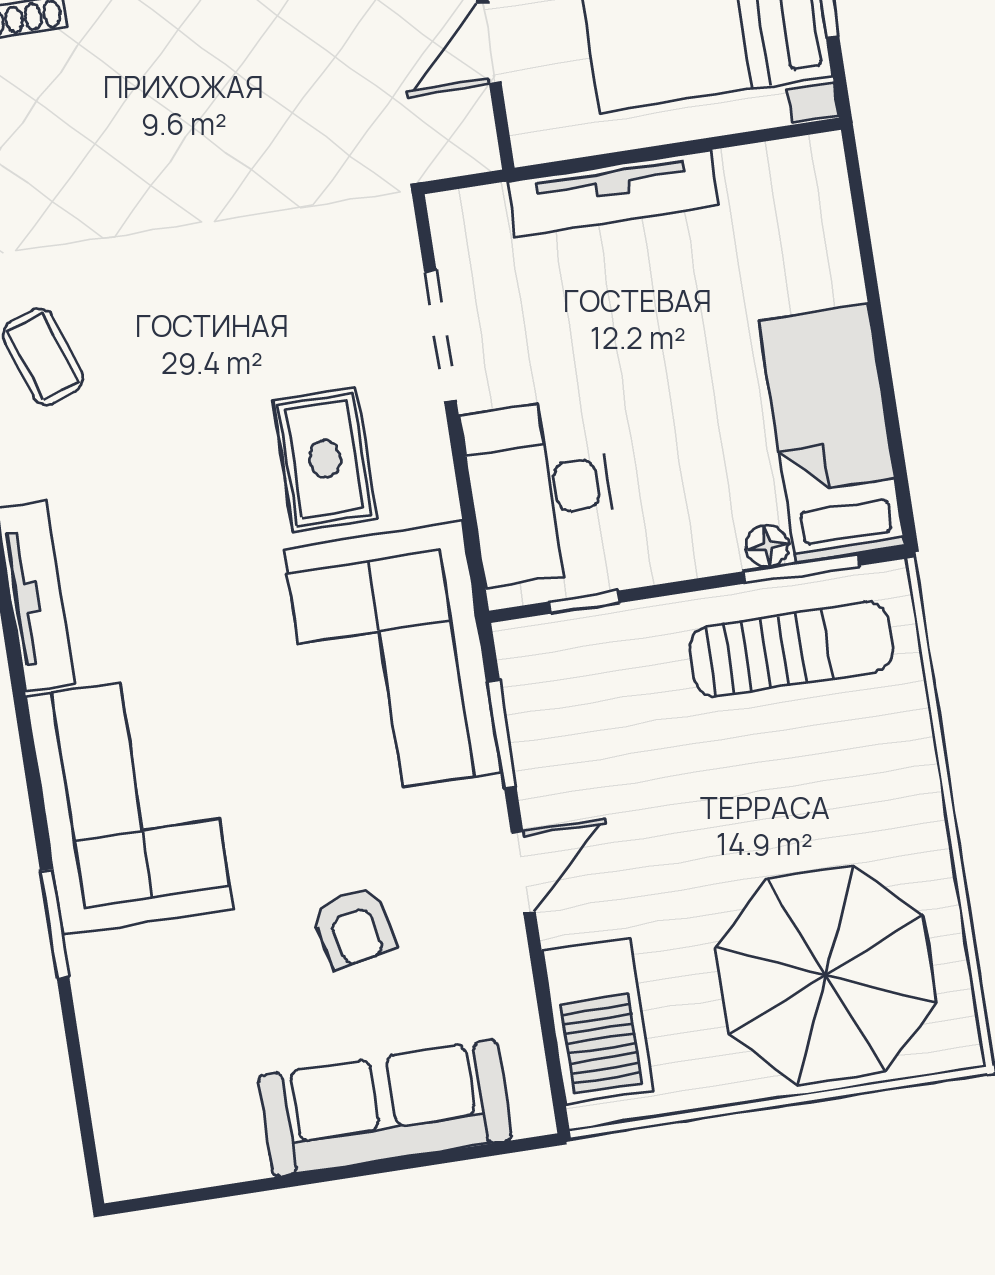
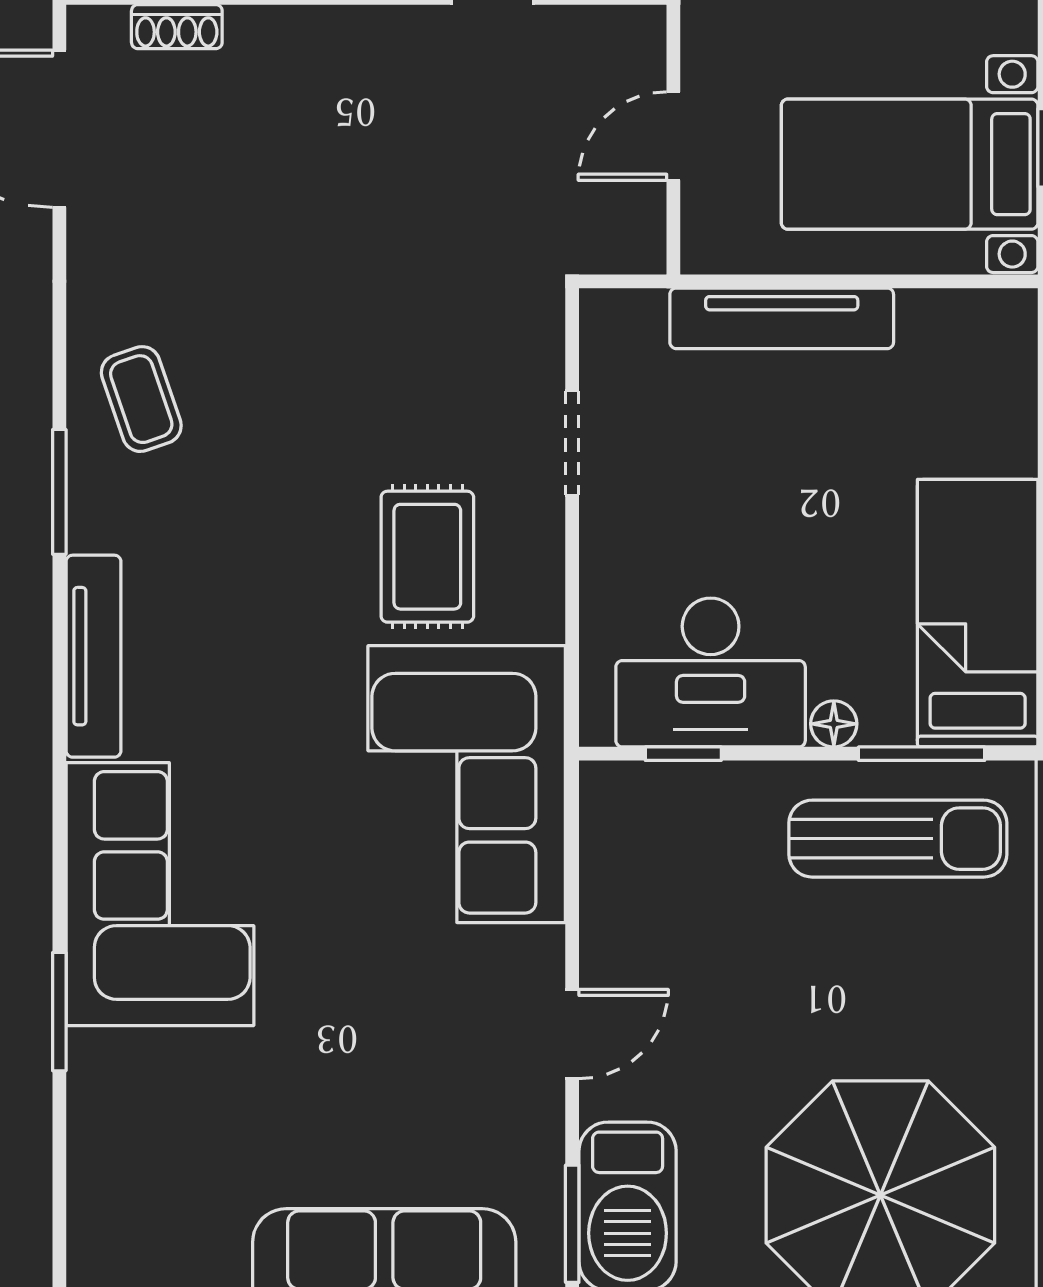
doorway: (440, 336) -> (572, 443), width x0.73
desk: (540, 491) -> (711, 672), moved, turned -90
floor lamp: (767, 546) -> (834, 724), moved
window: (502, 734) -> (572, 1224), moved
armchair: (354, 928) -> (381, 1066), removed

